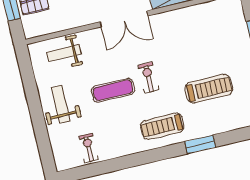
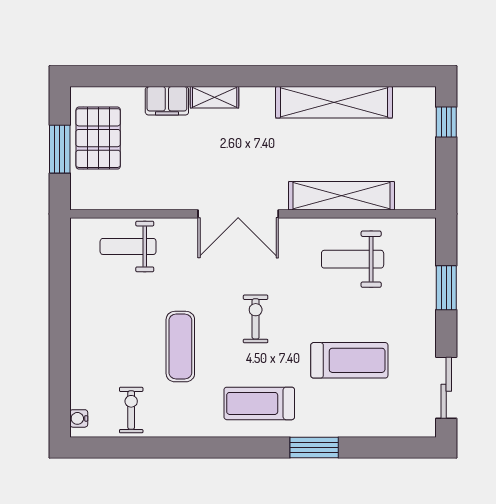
exercise mat: (113, 90) -> (180, 347), moved, turned 90
weight bench: (61, 104) -> (353, 259), moved, turned -90
water cooler: (59, 160) -> (79, 418), added

